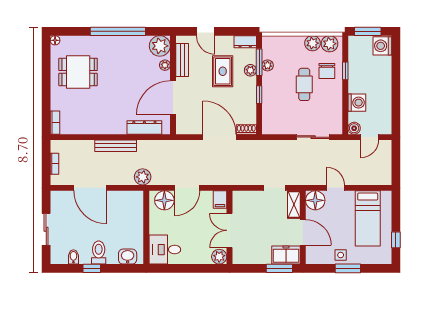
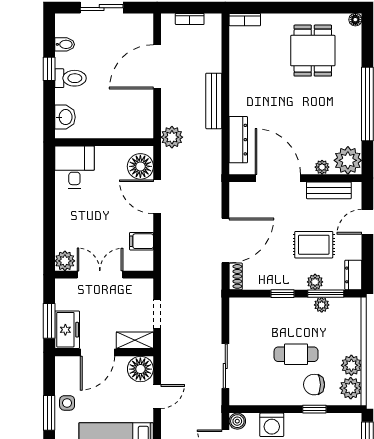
wall: (229, 227) -> (104, 275), moved
double door: (229, 230) -> (100, 275), moved
plant: (219, 257) -> (65, 261), moved

